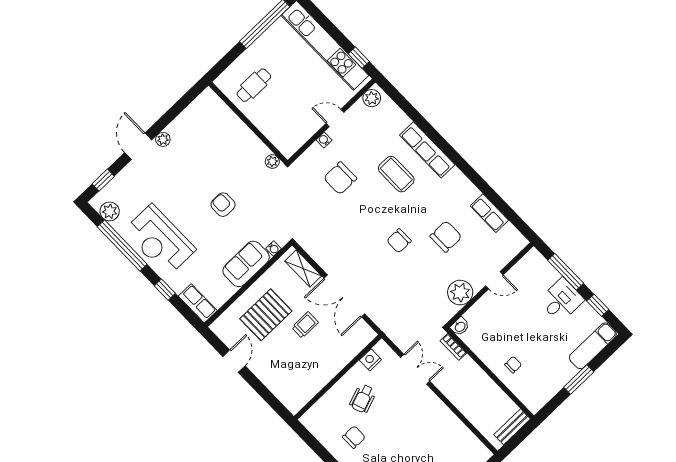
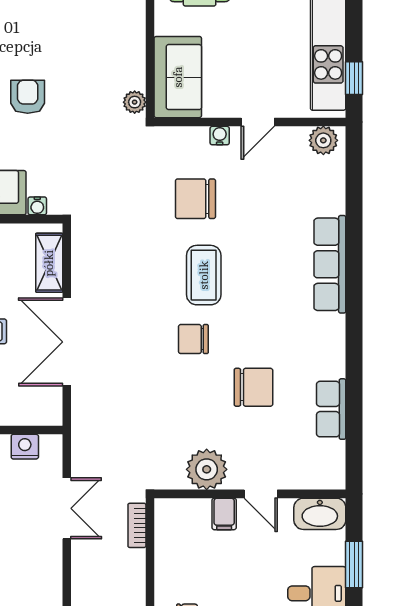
door: (335, 118) -> (258, 122), swing flipped
sofa: (281, 132) -> (178, 77), added
coffee table: (396, 174) -> (204, 275), moved
window: (566, 272) -> (354, 565), width x0.69
filing cabinet: (487, 305) -> (224, 514), added
washbasin: (460, 327) -> (320, 514), moved, width x1.91, depth x1.45

